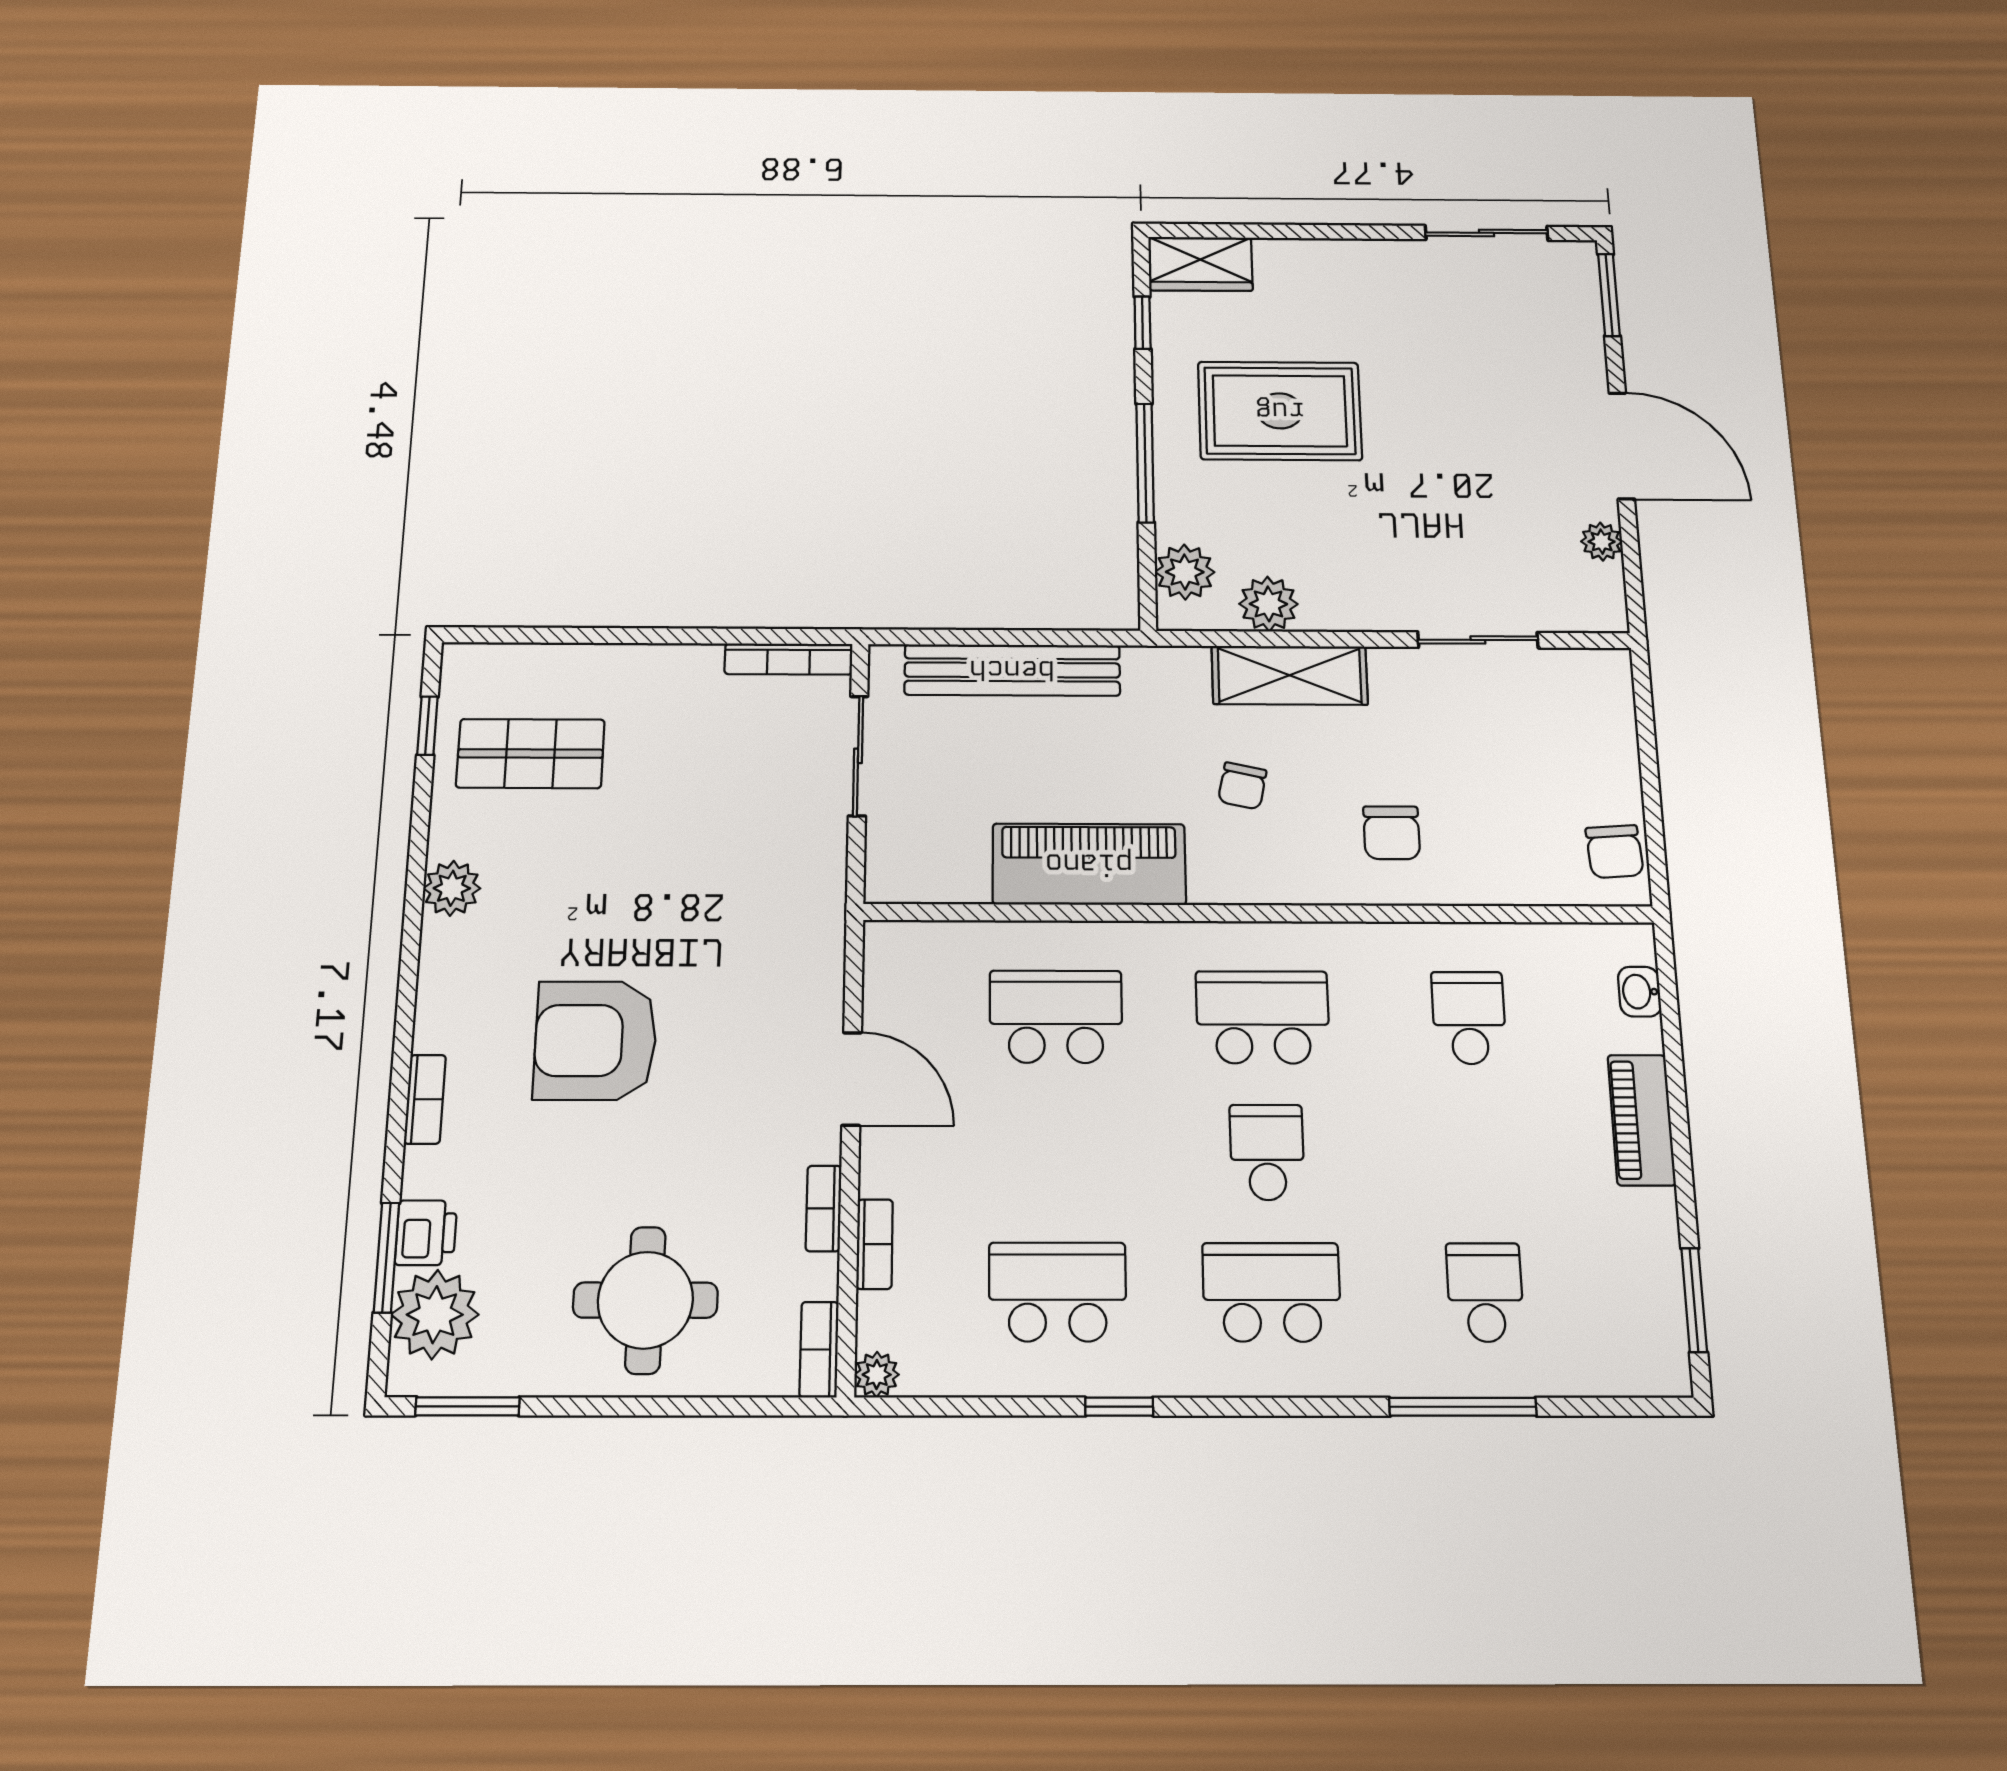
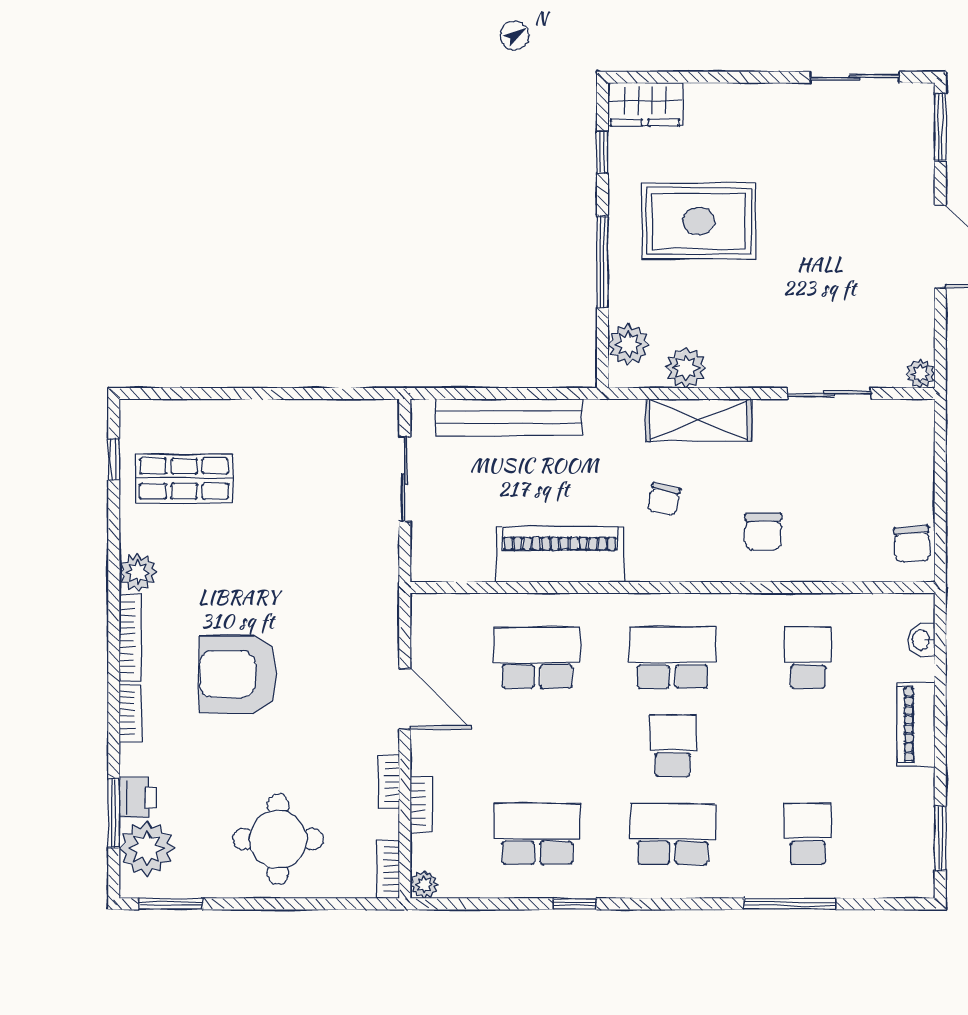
plant: (1602, 542) -> (920, 374), moved
bookcase: (789, 659) -> (130, 638), moved, turned -90

